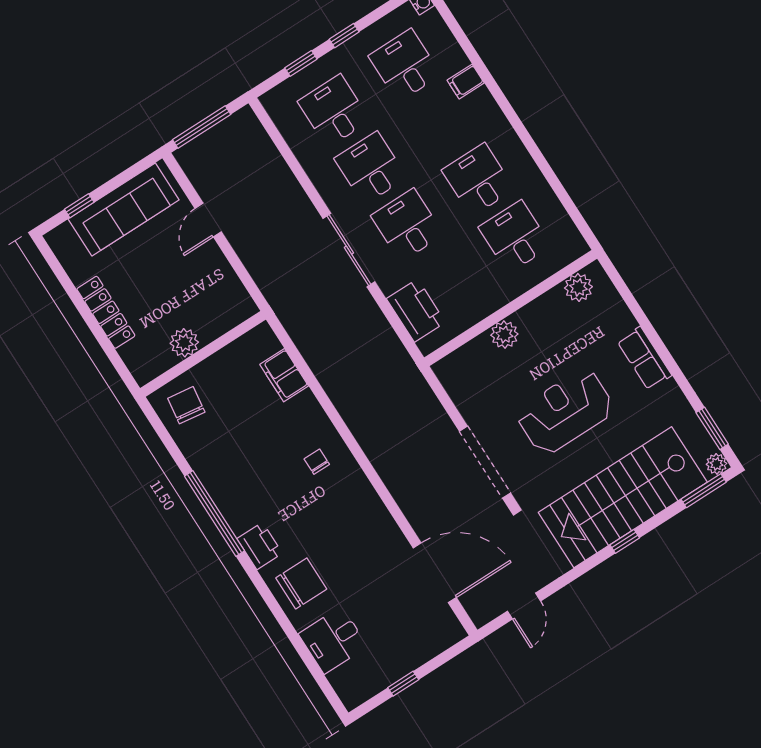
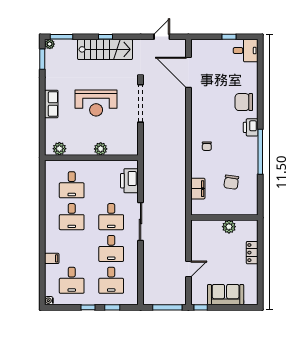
window: (79, 206) -> (201, 307), moved
sofa: (124, 209) -> (226, 295), width x0.73
locker: (106, 312) -> (252, 253), width x0.66
chair: (186, 405) -> (231, 182), moved
stairs: (623, 497) -> (105, 49), width x0.73, depth x0.66
desk: (333, 640) -> (246, 51), moved

